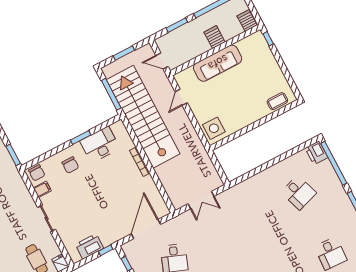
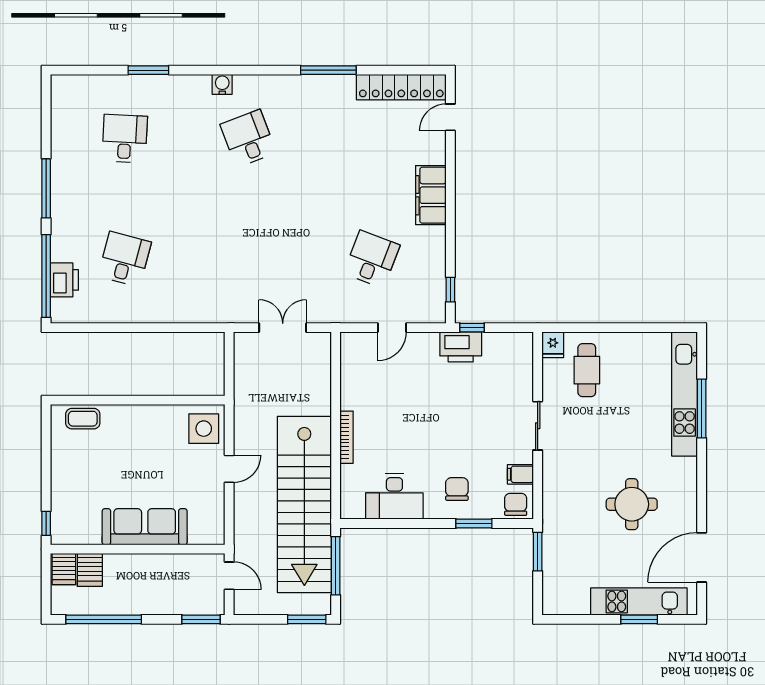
window: (177, 25) -> (201, 619), moved
server rack: (214, 37) -> (90, 570), moved
window: (124, 53) -> (307, 619), moved
door: (181, 97) -> (229, 469), moved
window: (81, 137) -> (474, 523), moved
printer: (316, 153) -> (64, 280), moved
desk: (299, 193) -> (125, 259), turned 33
door: (146, 229) -> (392, 328), width x0.53
printer: (89, 246) -> (461, 347), moved

